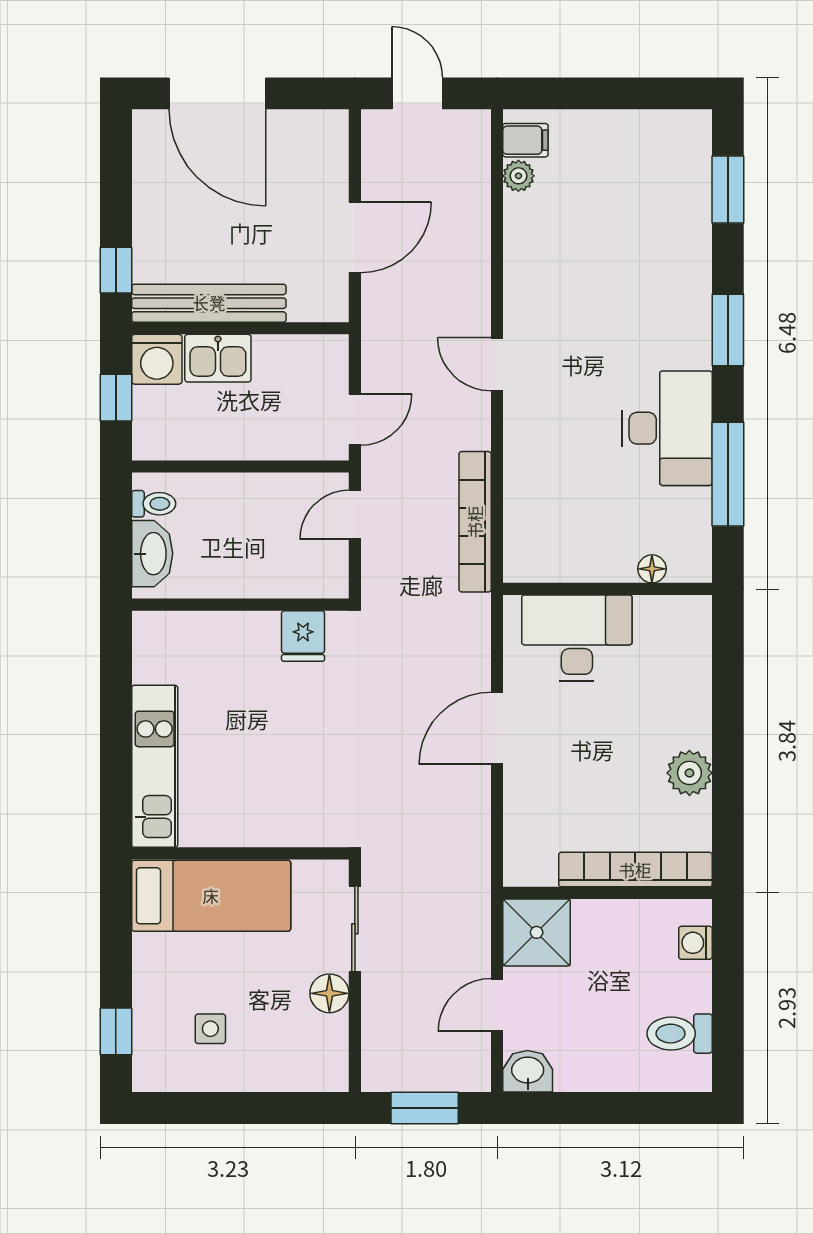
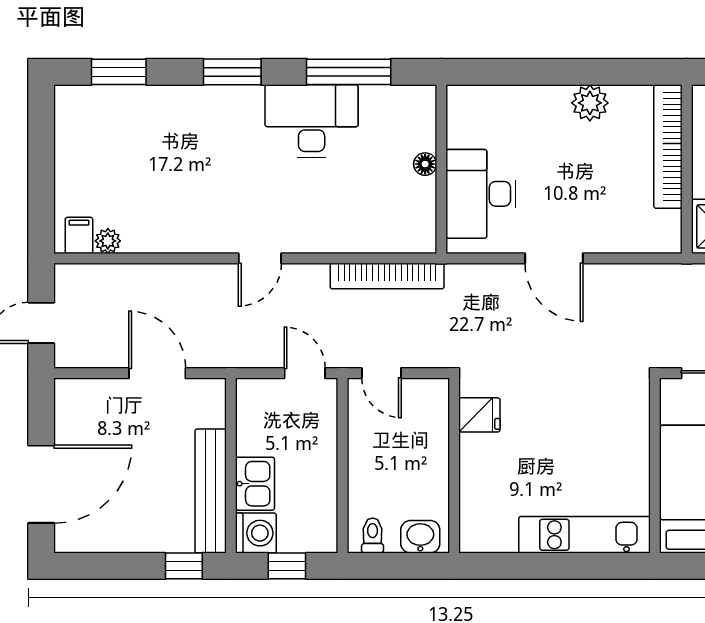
washbasin: (152, 554) -> (420, 537), width x0.72
floor lamp: (652, 569) -> (425, 164), moved

